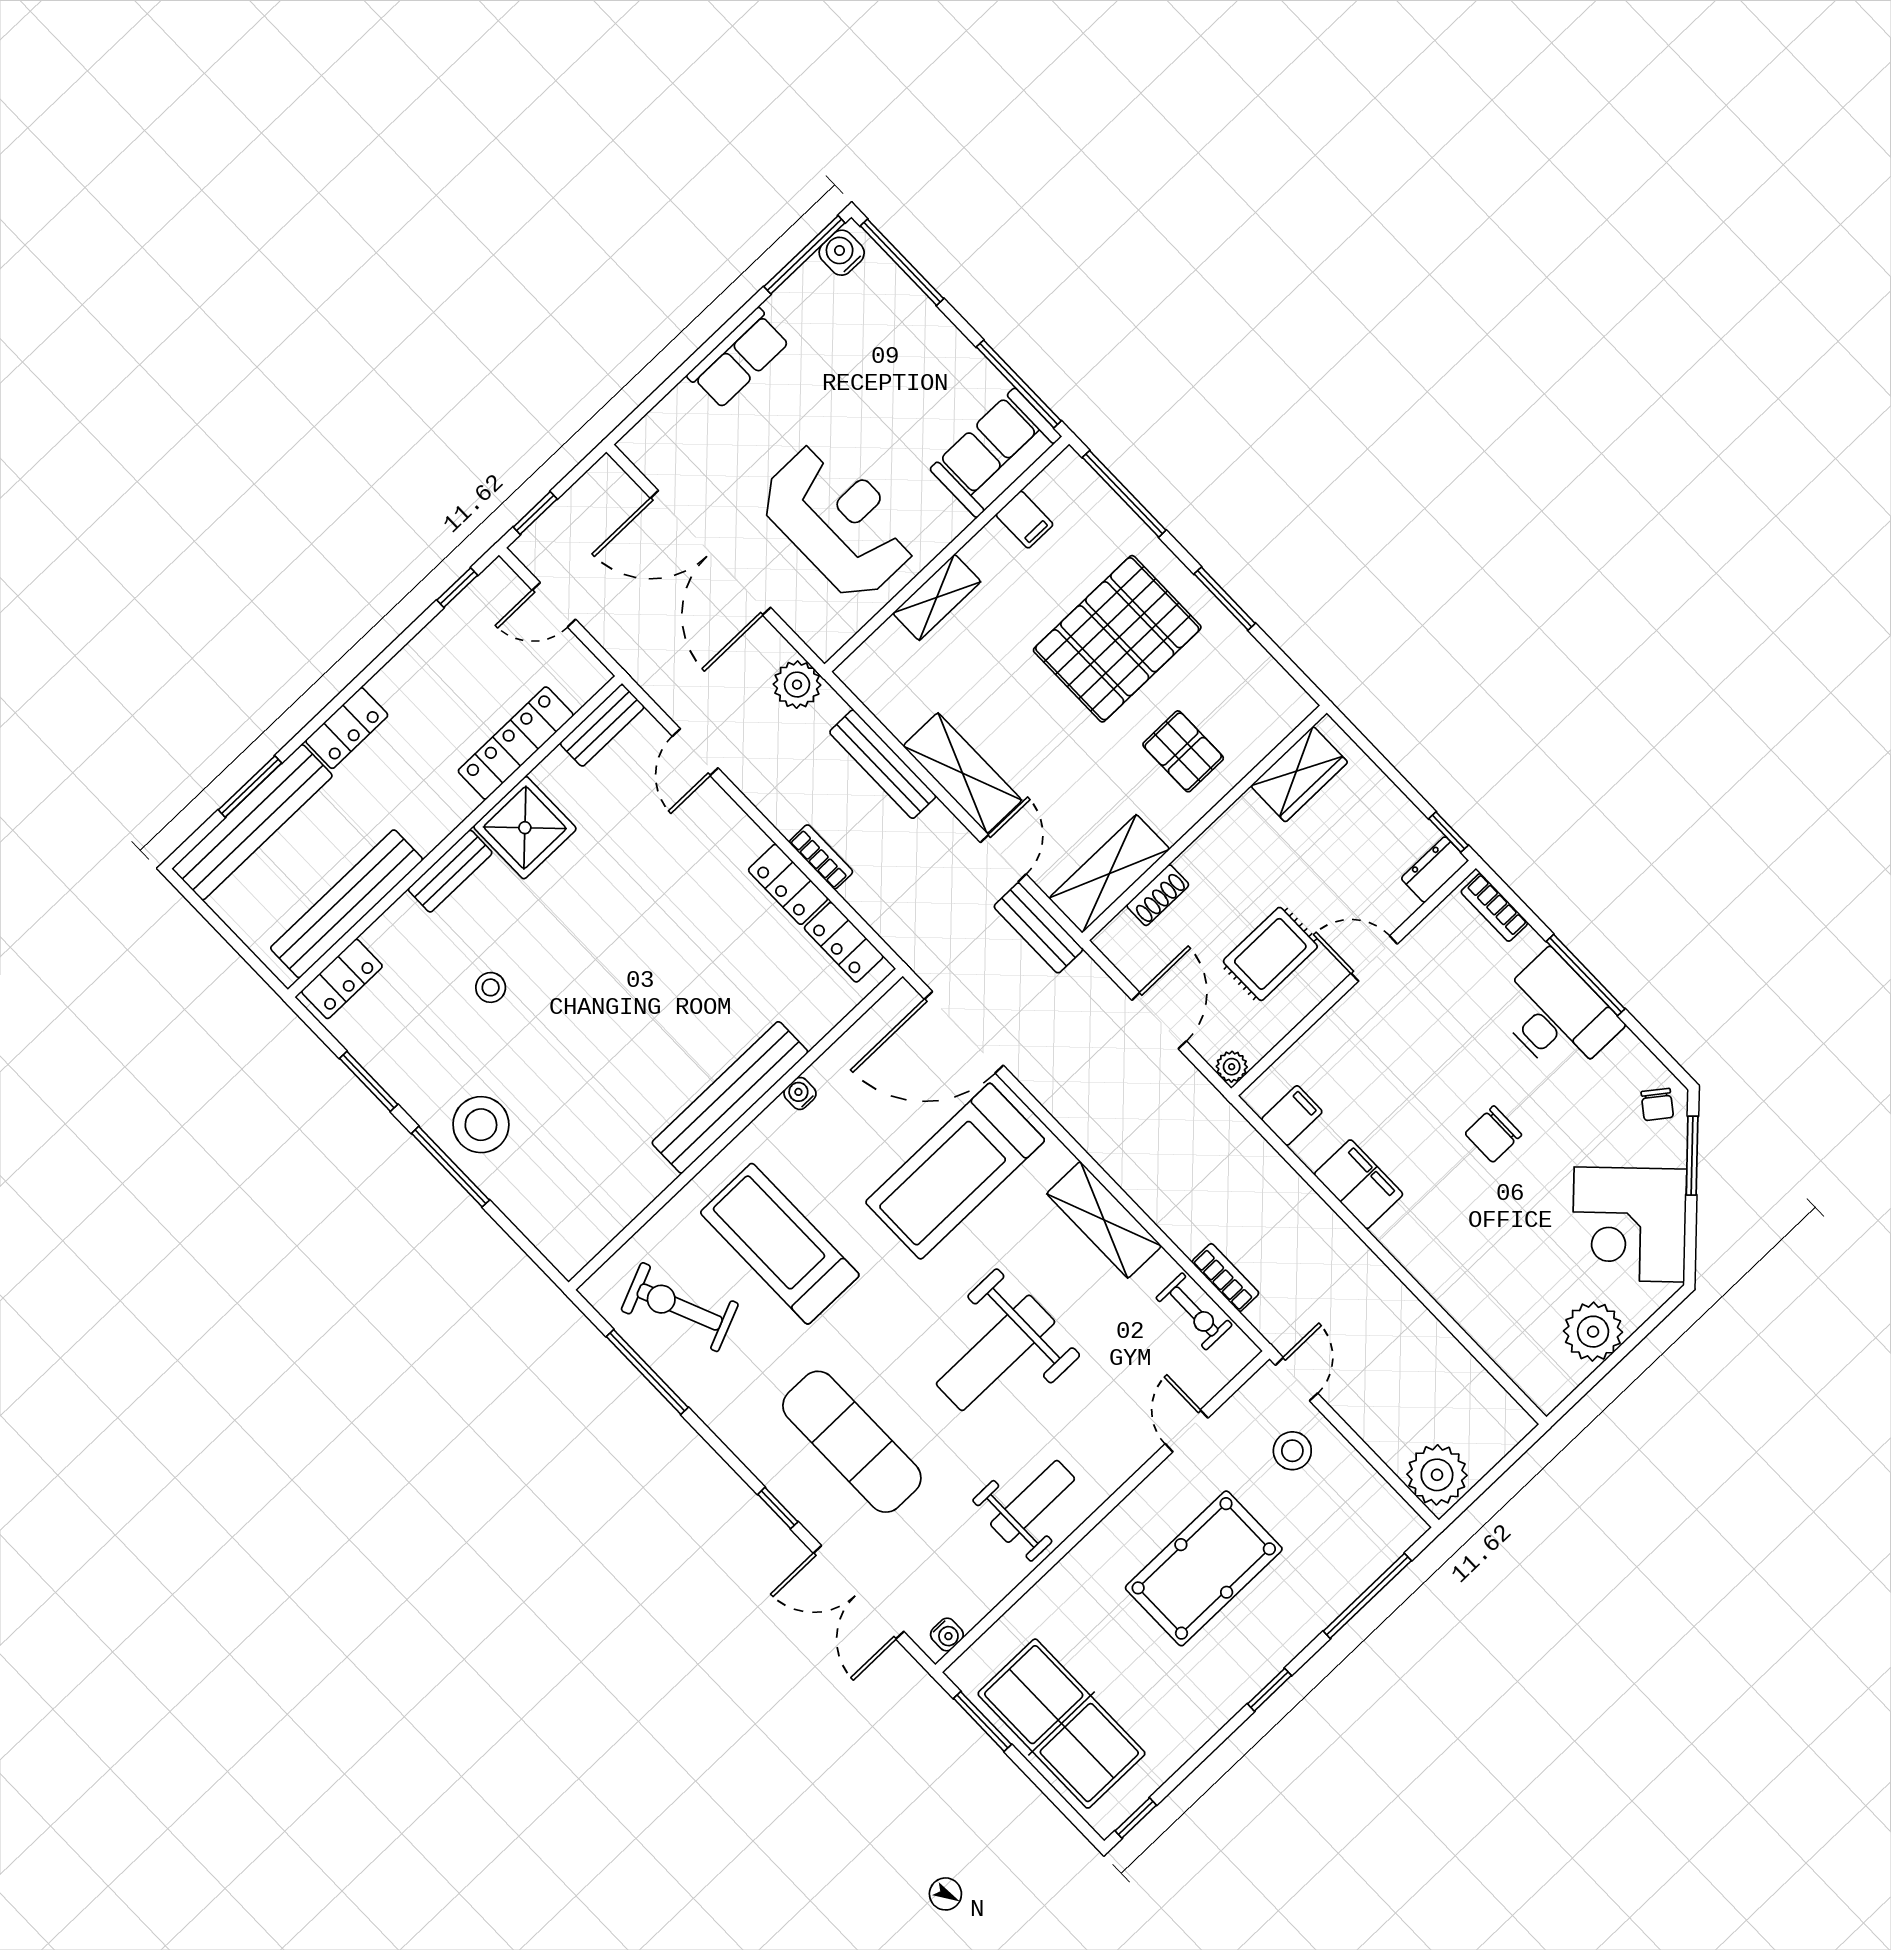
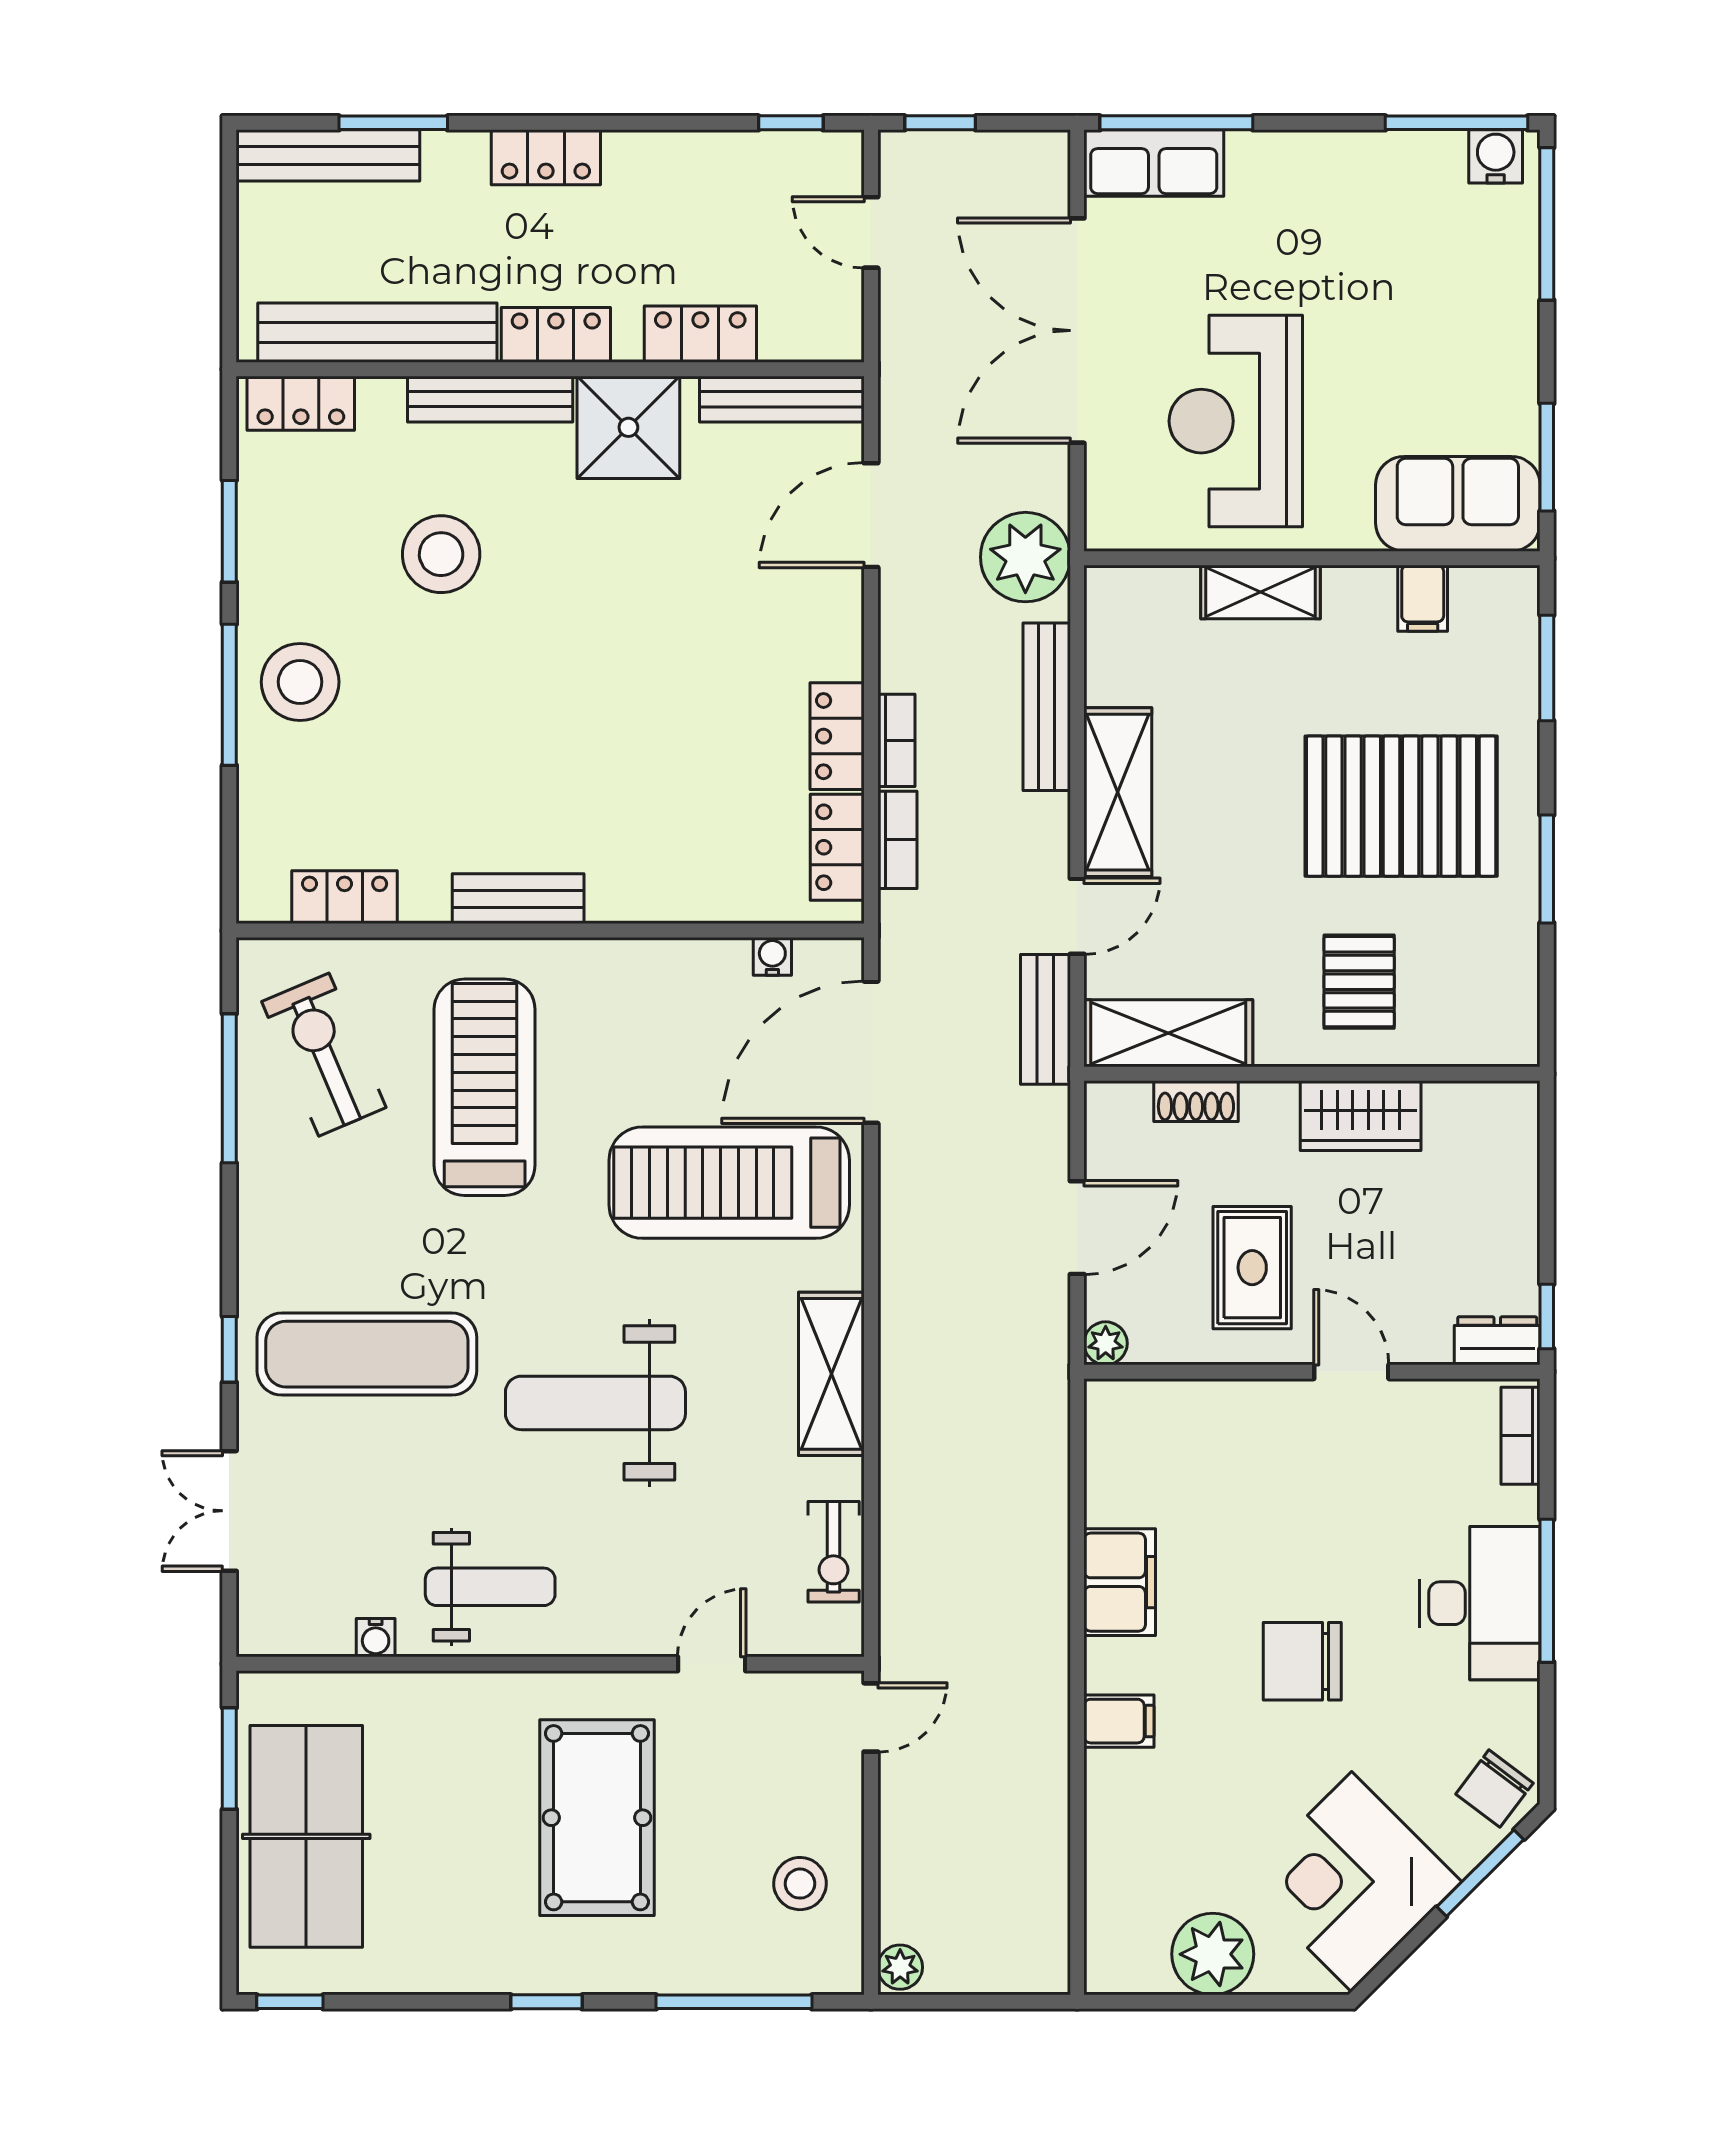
row of seats: (738, 358) -> (1154, 163), moved
window: (1019, 384) -> (1547, 457), width x0.69
window: (658, 395) -> (1176, 123), added
window: (1124, 494) -> (1547, 668), width x0.69
reception desk: (838, 521) -> (1236, 421), turned 180
plant: (797, 685) -> (1025, 557), width x1.36, depth x1.36
bench: (602, 725) -> (782, 399), width x1.36
locker: (516, 743) -> (700, 334), width x0.66
door: (695, 752) -> (871, 515), width x1.38
wardrobe: (1299, 774) -> (1361, 1116), moved
locker: (441, 816) -> (556, 335), added
bench: (252, 822) -> (328, 155), width x0.73, depth x0.82
bench: (450, 871) -> (490, 399), width x1.36
rug: (1270, 954) -> (1252, 1268), turned 90
stool: (491, 987) -> (441, 554), width x1.89, depth x1.89
door: (964, 1032) -> (871, 1052), hinge flipped
water cooler: (800, 1093) -> (772, 956), moved
bench: (730, 1097) -> (518, 899), width x0.54, depth x0.82
chair: (1657, 1104) -> (1494, 1789), width x1.37, depth x1.37
filing cabinet: (1292, 1116) -> (1119, 1721), moved
chair: (1493, 1134) -> (1302, 1661), width x1.37, depth x1.37
locker: (612, 1215) -> (345, 897), added
bookcase: (1225, 1278) -> (897, 840), moved
exercise mat: (852, 1442) -> (367, 1354), turned 90
stool: (1292, 1451) -> (800, 1884), moved
plant: (1437, 1475) -> (900, 1967), width x0.53, depth x0.53
pool table: (1204, 1568) -> (597, 1818), turned 90
double door: (859, 1592) -> (229, 1511), width x0.73
water cooler: (947, 1635) -> (376, 1638), moved

